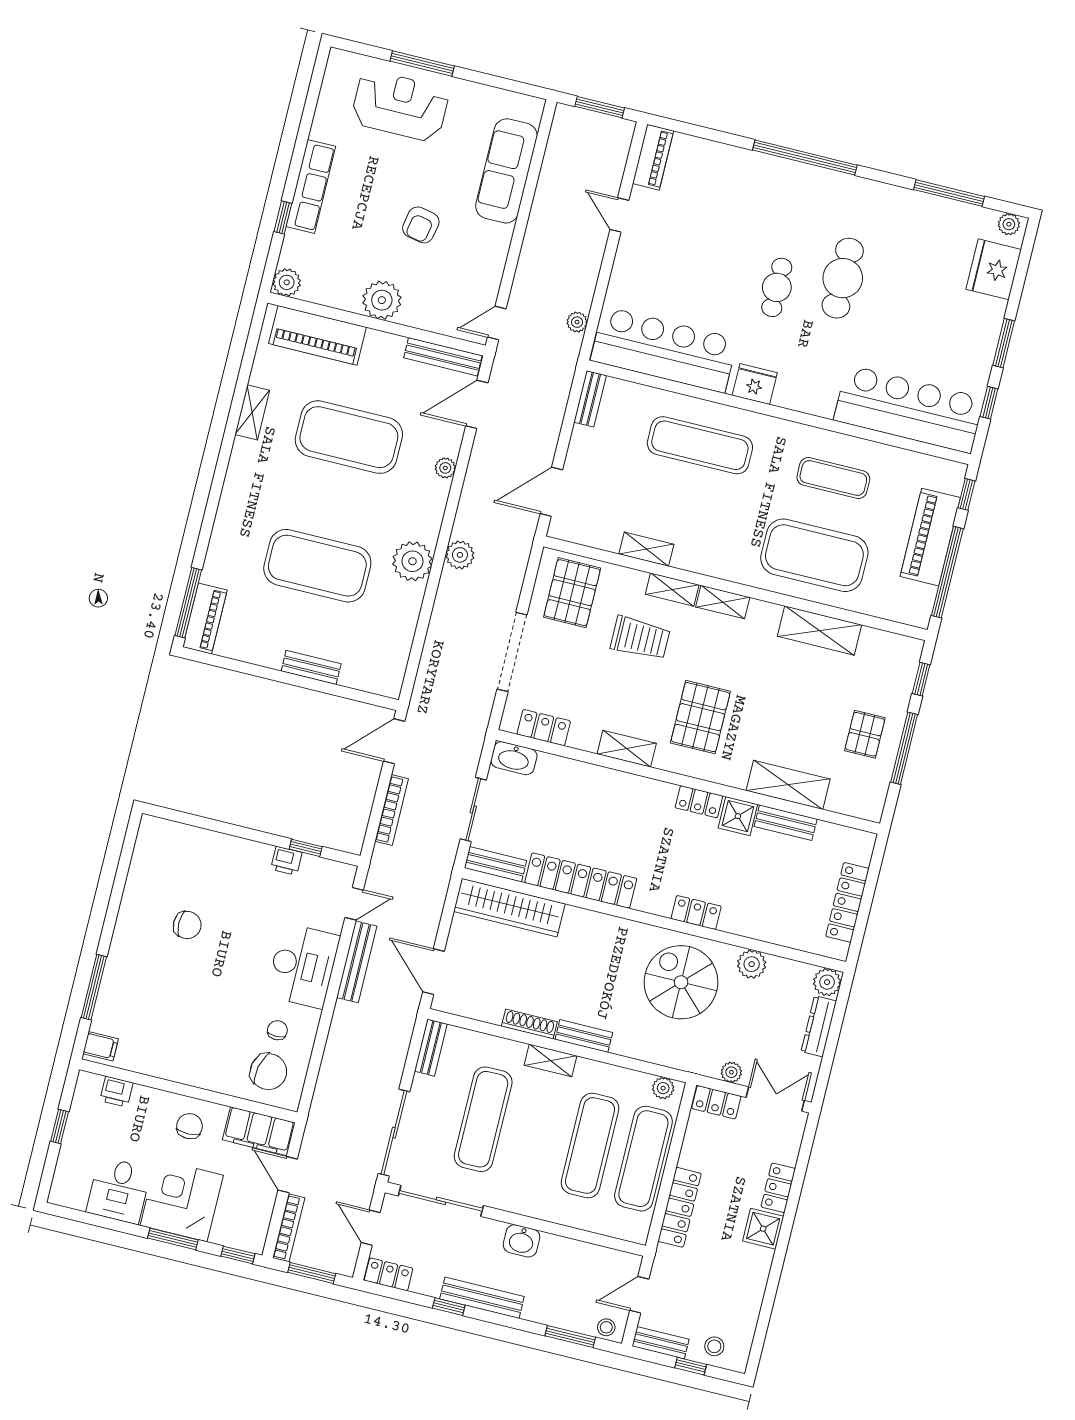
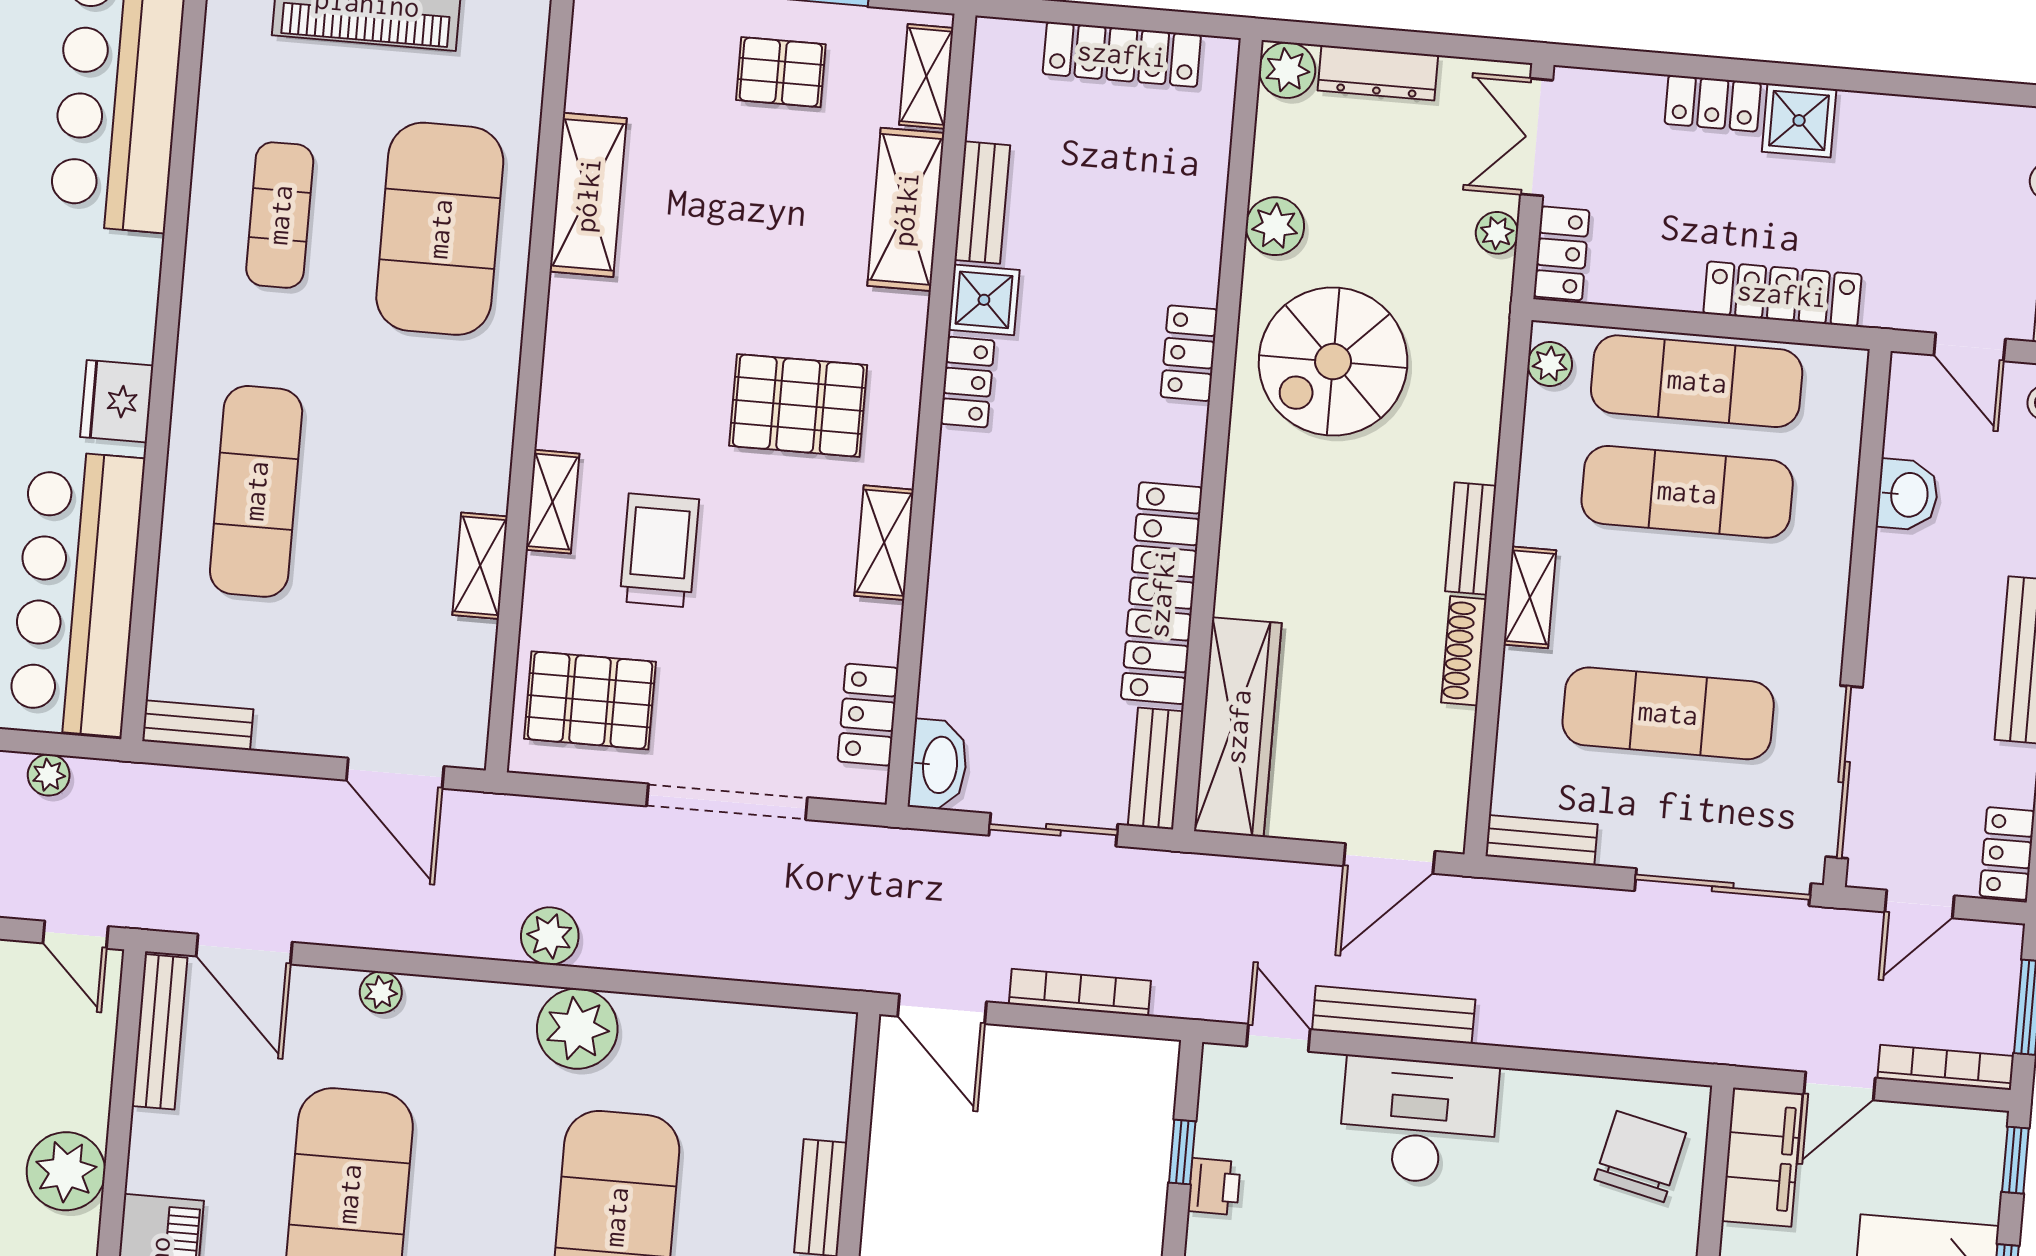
shelving: (723, 602) -> (926, 76), moved
chair: (277, 1030) -> (1555, 1152), removed
washbasin: (521, 1241) -> (1908, 495), moved

